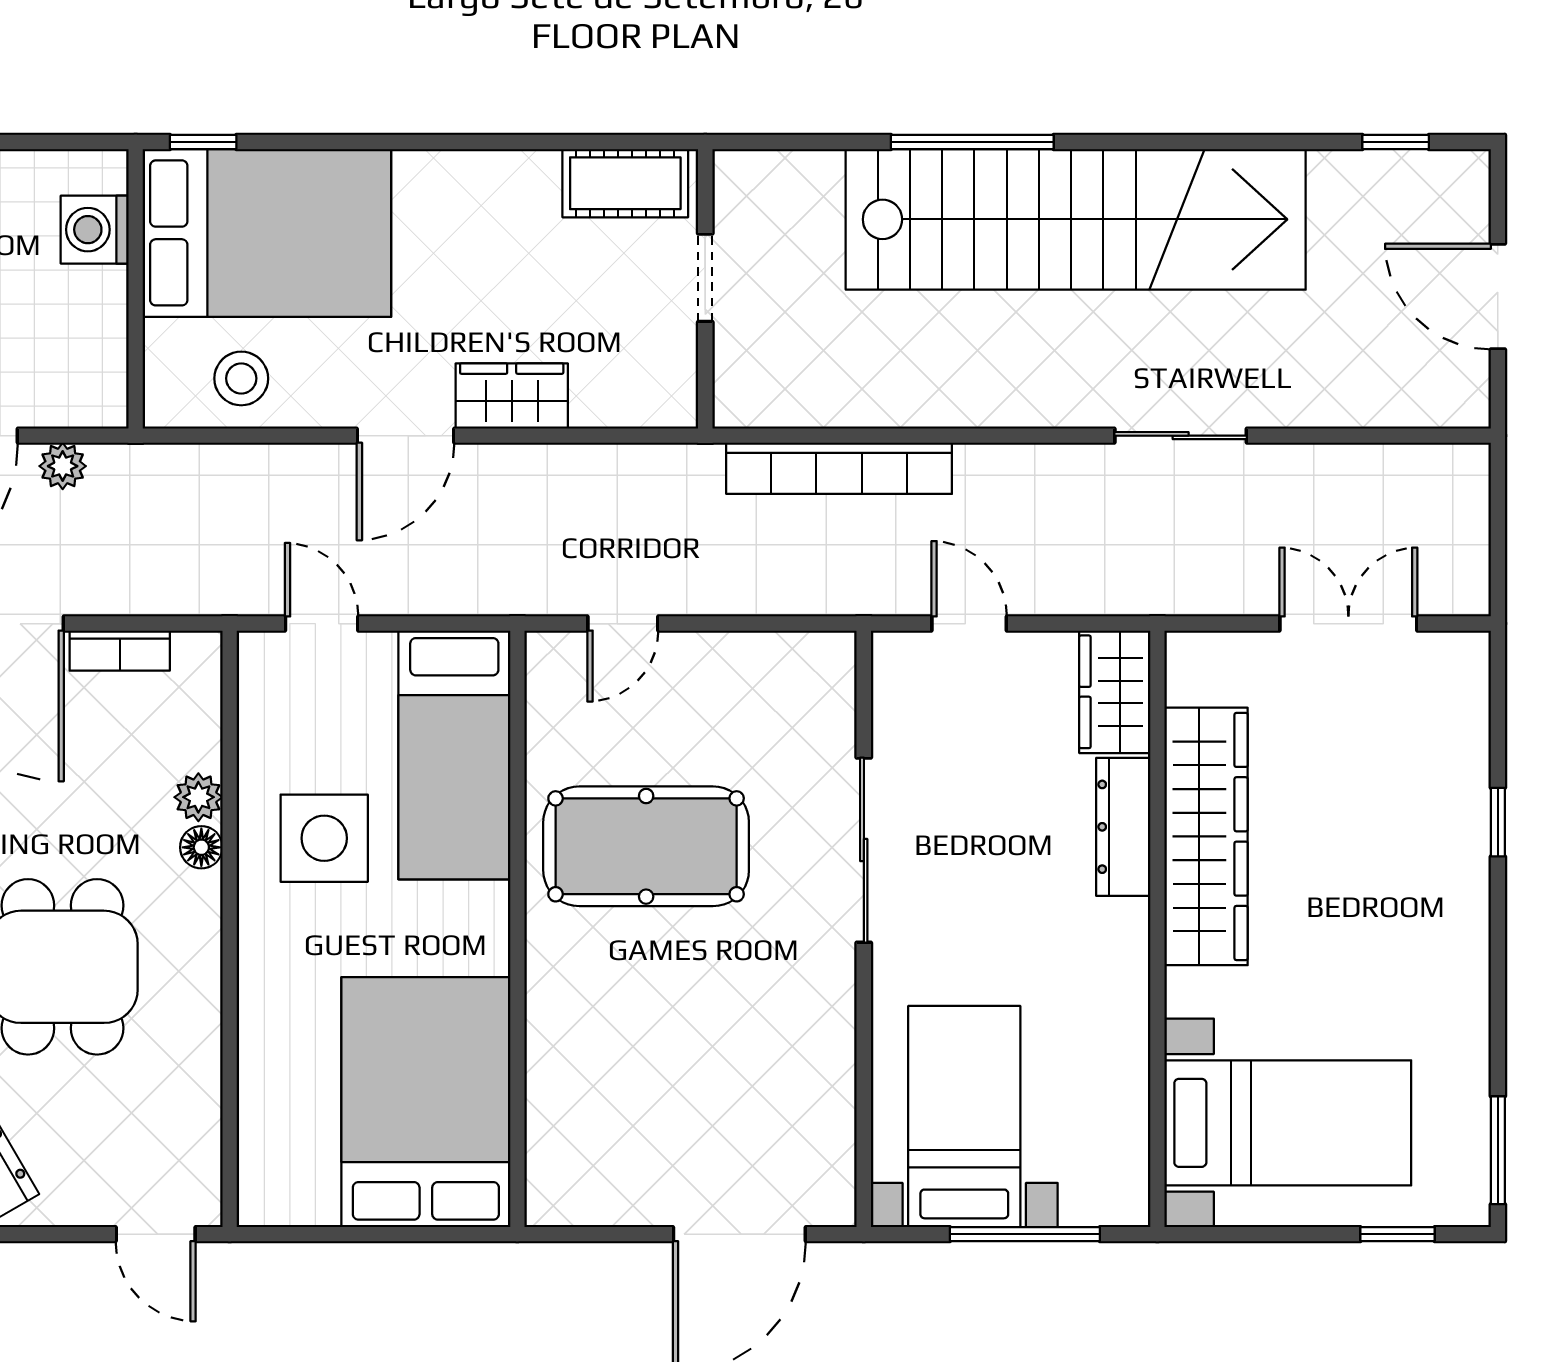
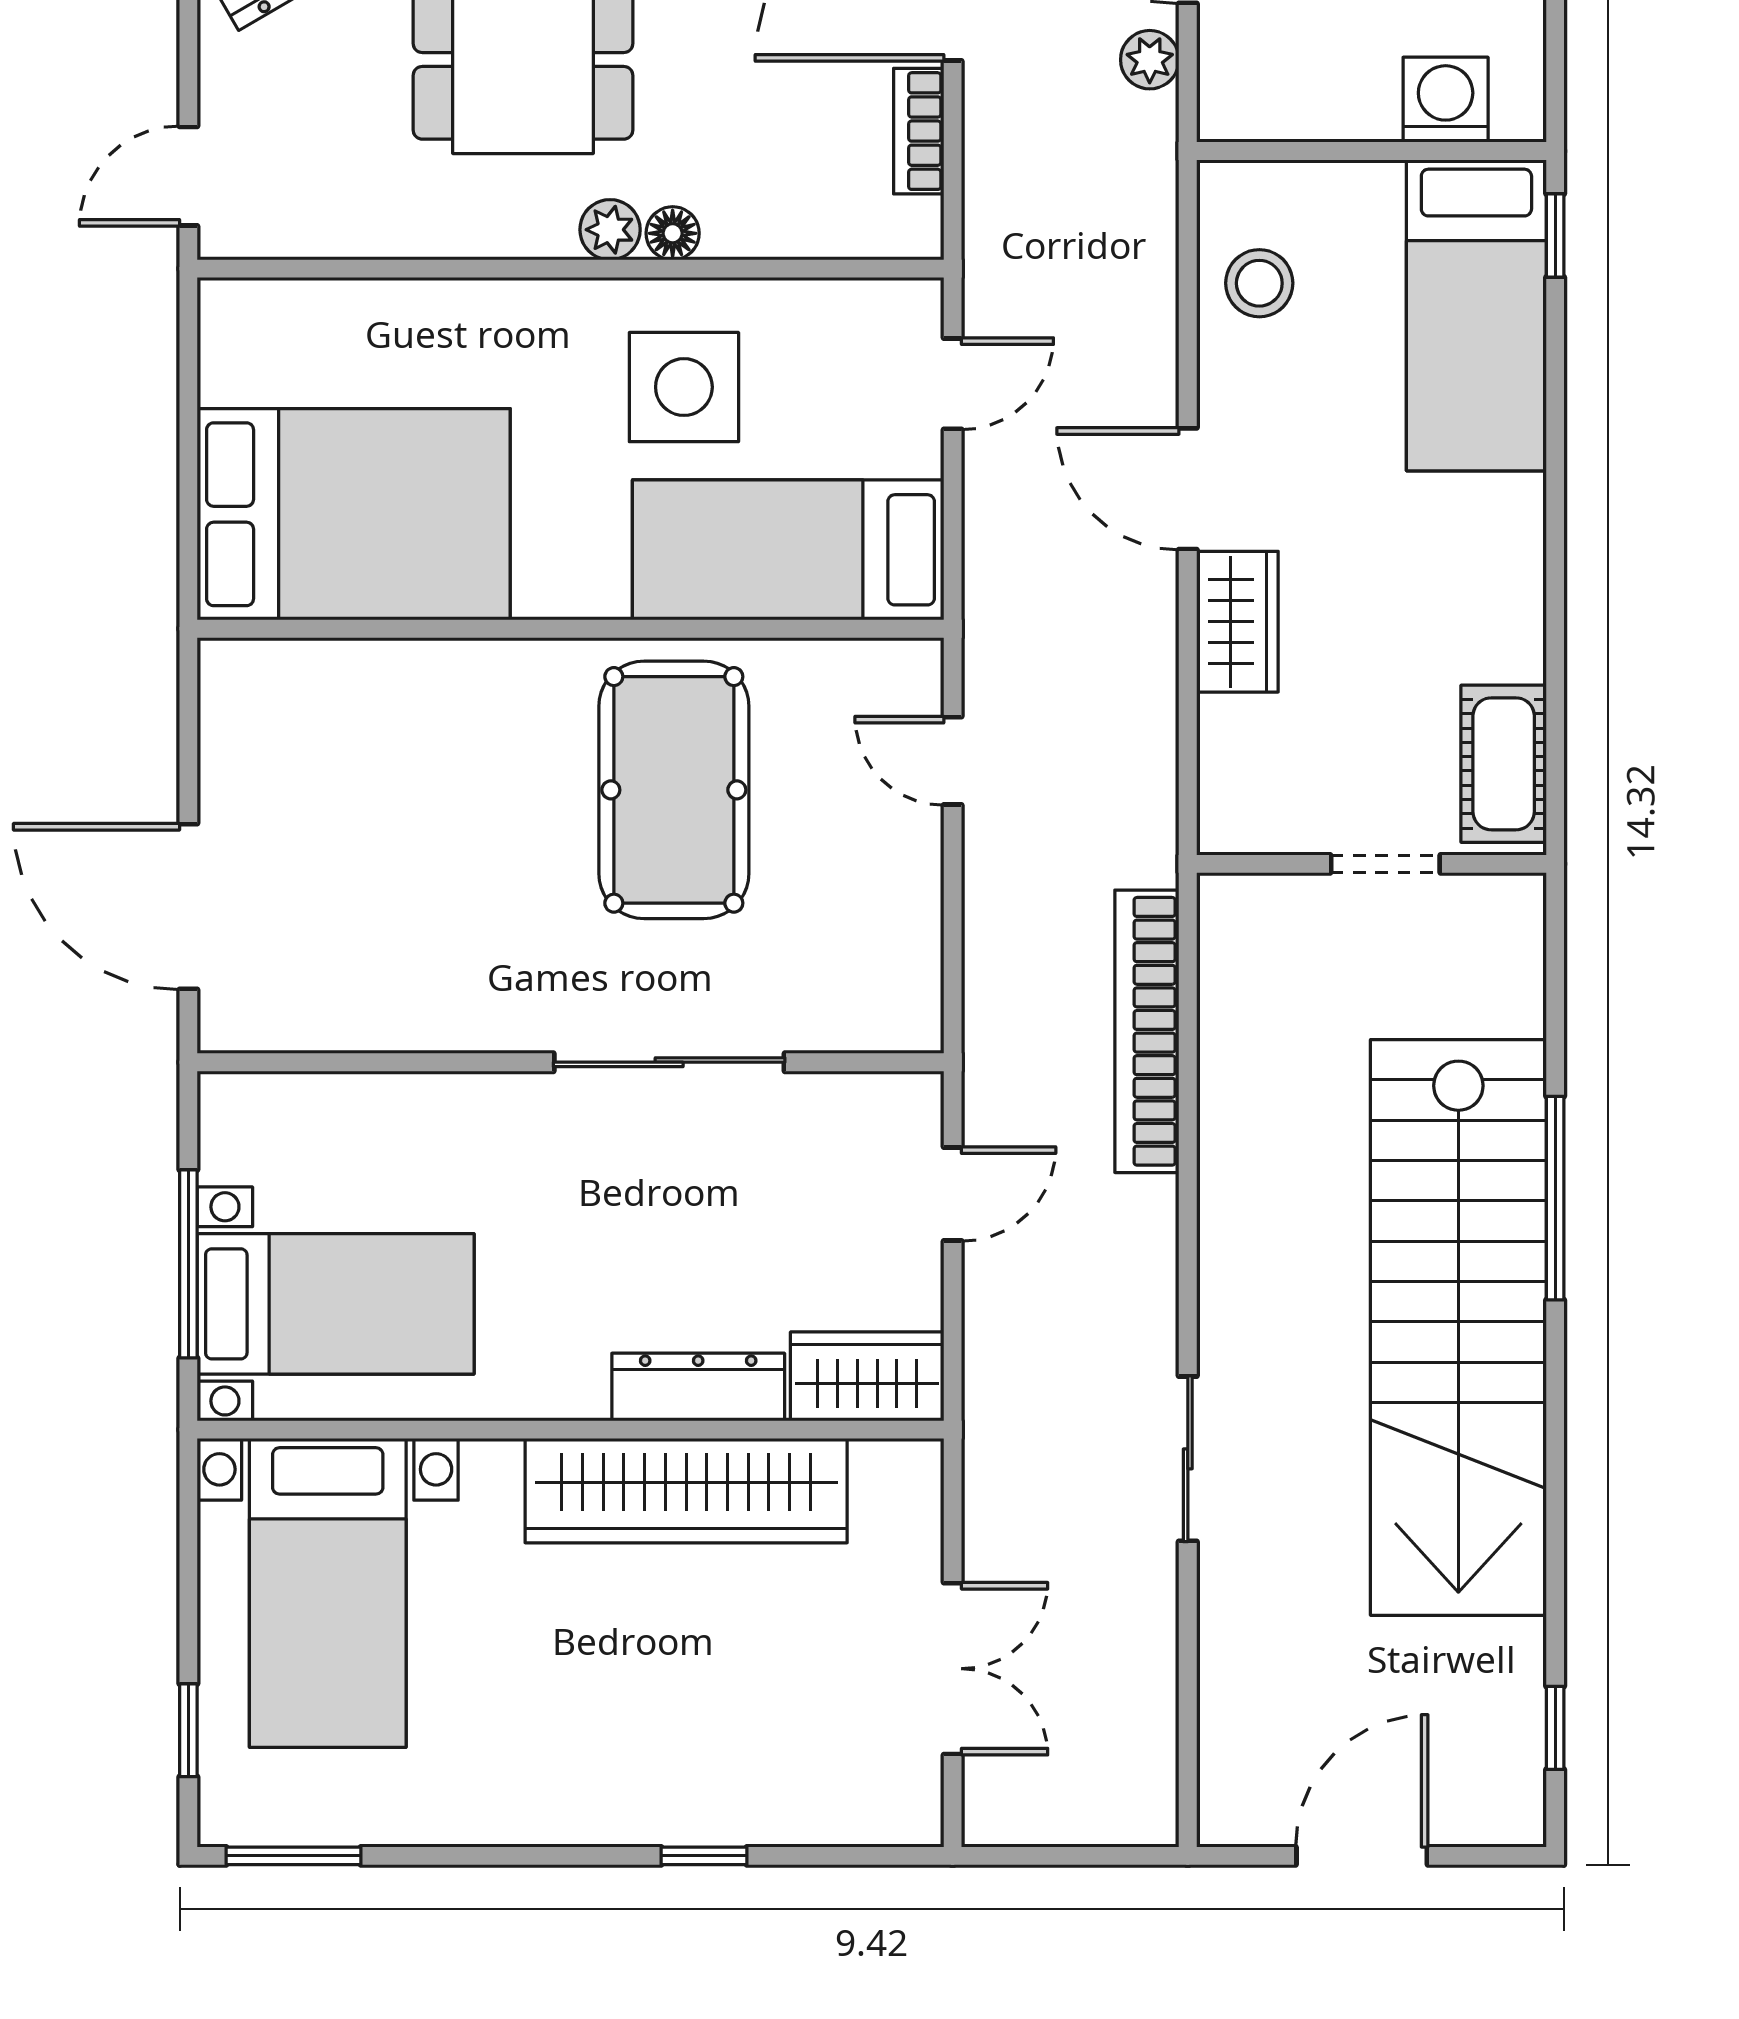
bed: (267, 233) -> (1476, 315), width x0.67
plant: (198, 797) -> (610, 230), moved
bed with nightstands: (964, 1117) -> (336, 1304), moved

